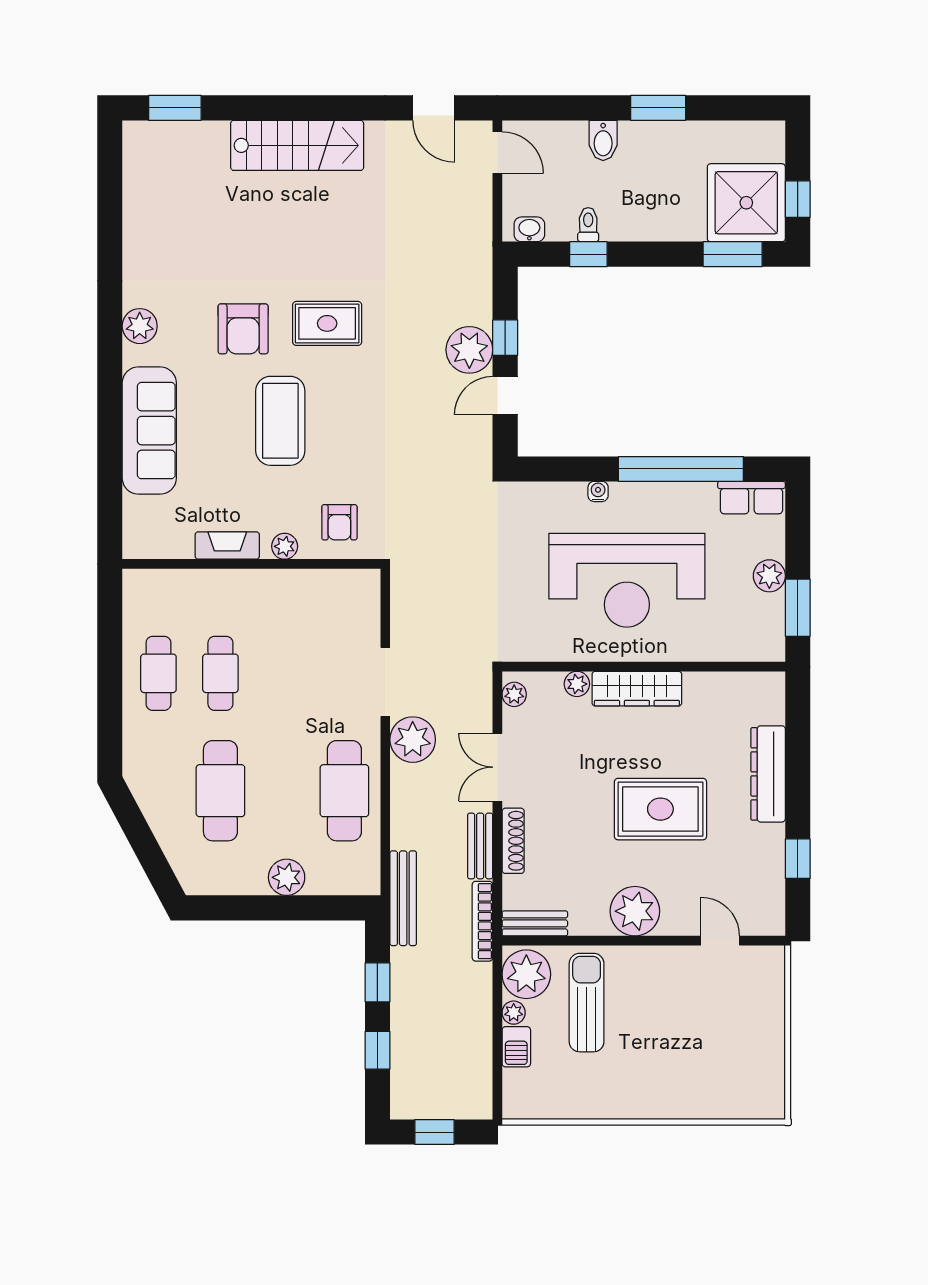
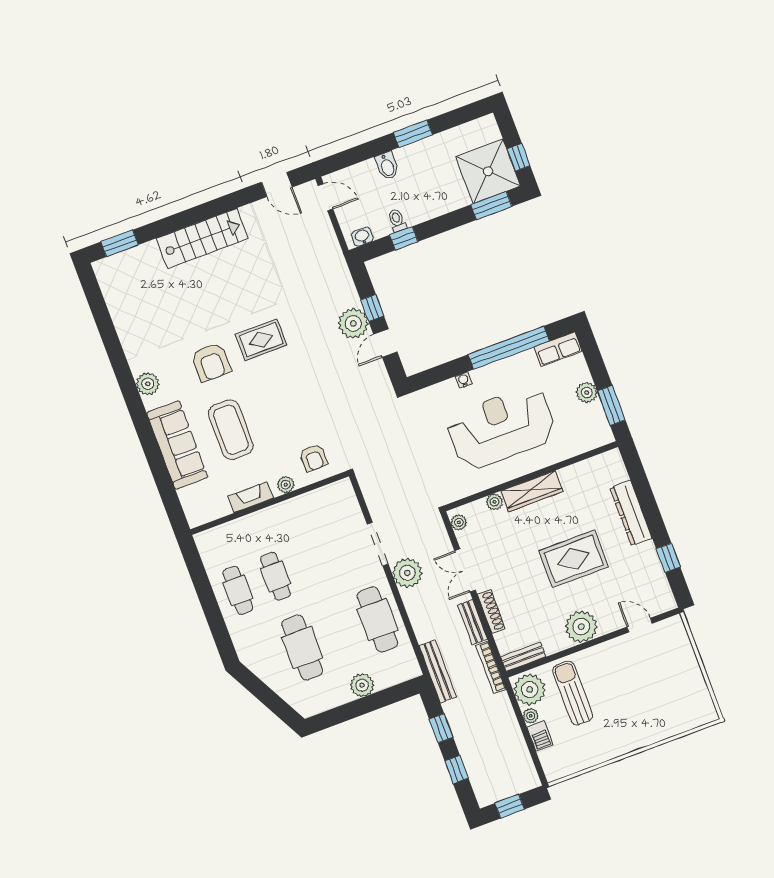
coffee table: (280, 421) -> (231, 430), moved
reception desk: (627, 580) -> (501, 428), turned 180

